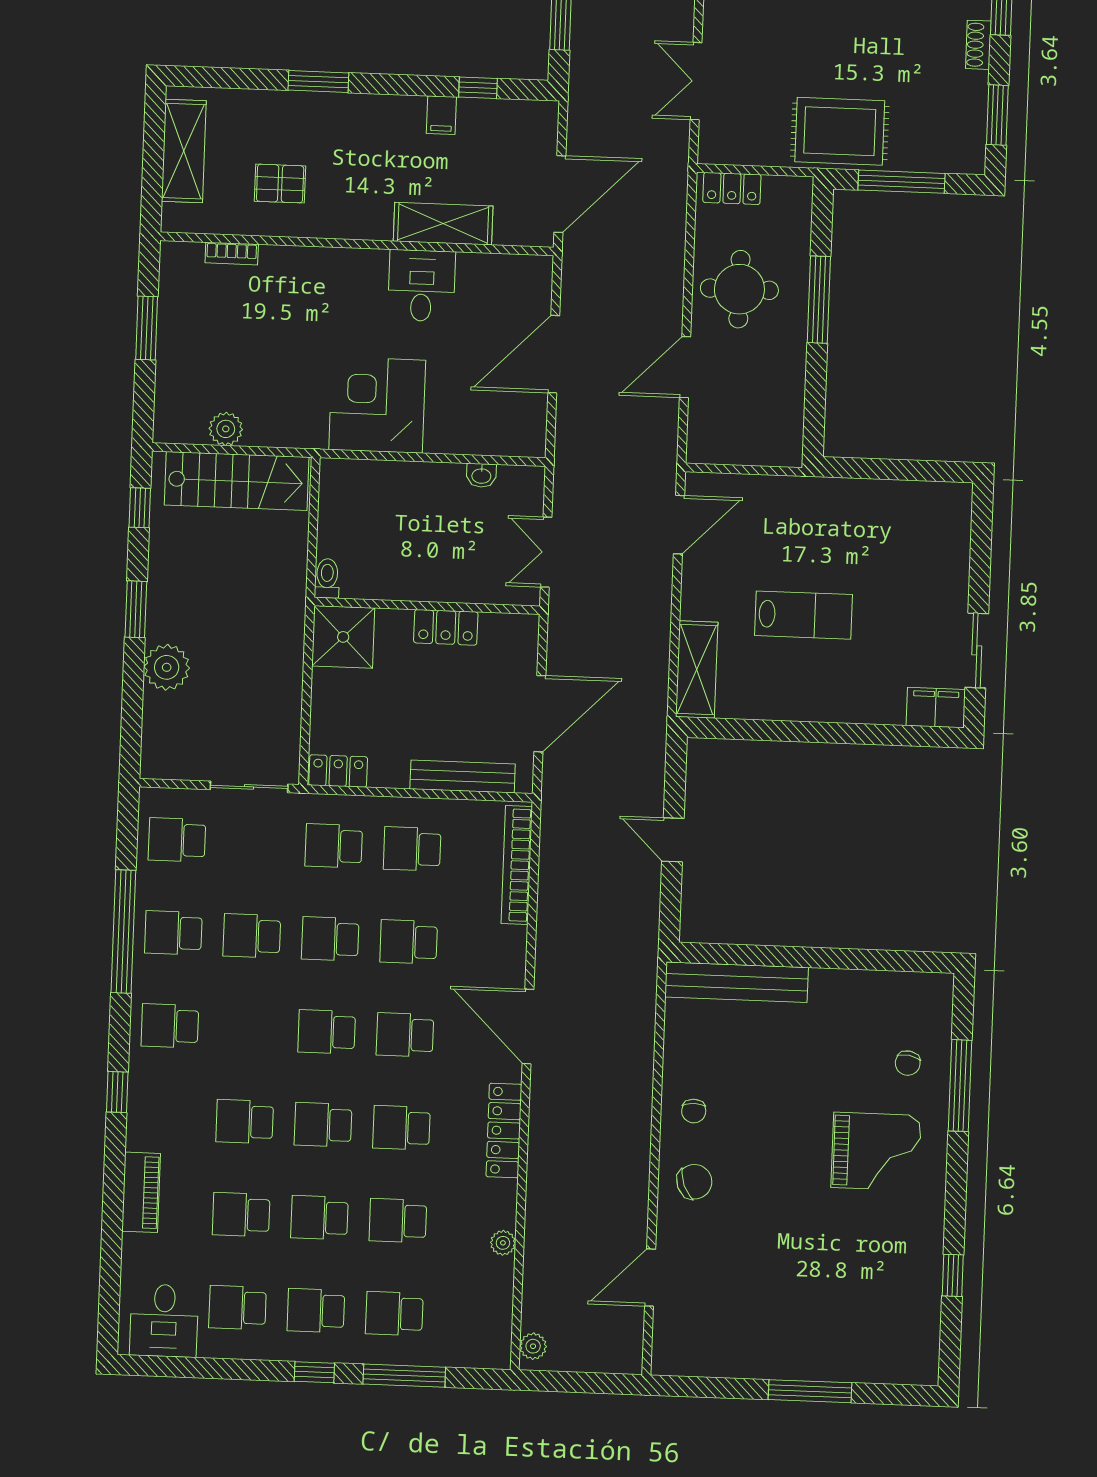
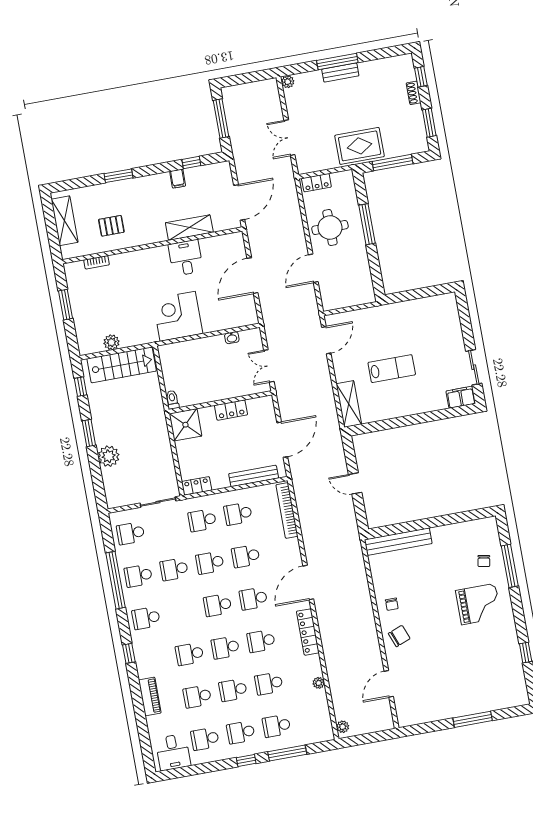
door: (528, 1027) -> (308, 583), hinge flipped

